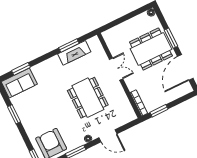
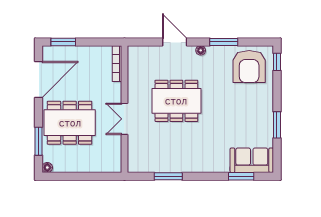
window: (171, 38) -> (38, 141), moved
fireplace: (74, 53) -> (166, 164), removed
dining table: (88, 98) -> (176, 101), turned 90
window: (159, 111) -> (63, 42), moved

